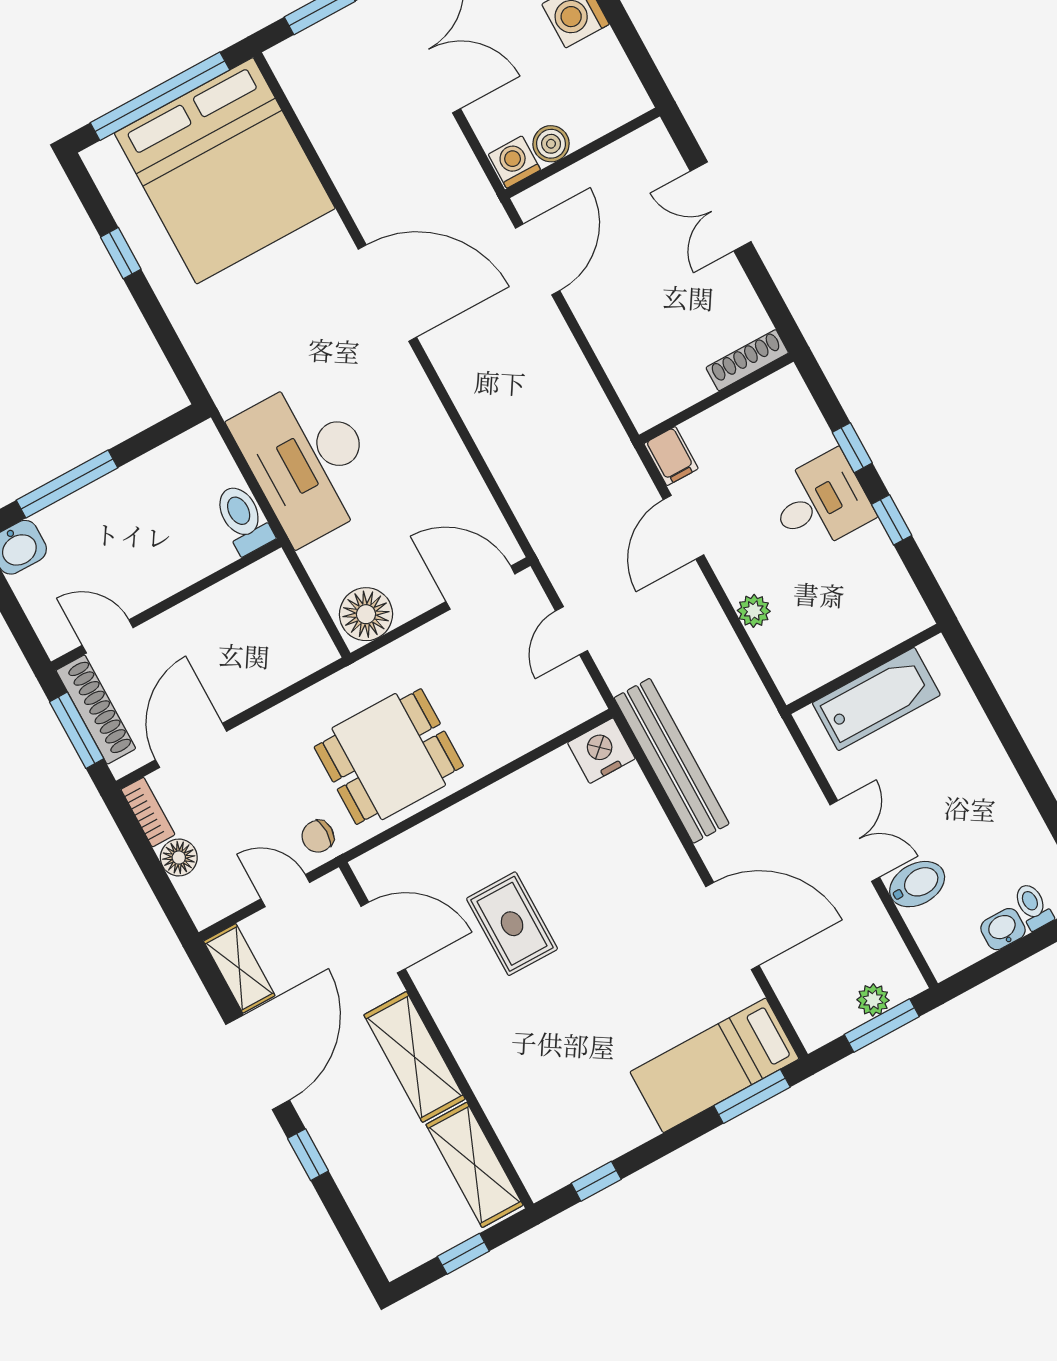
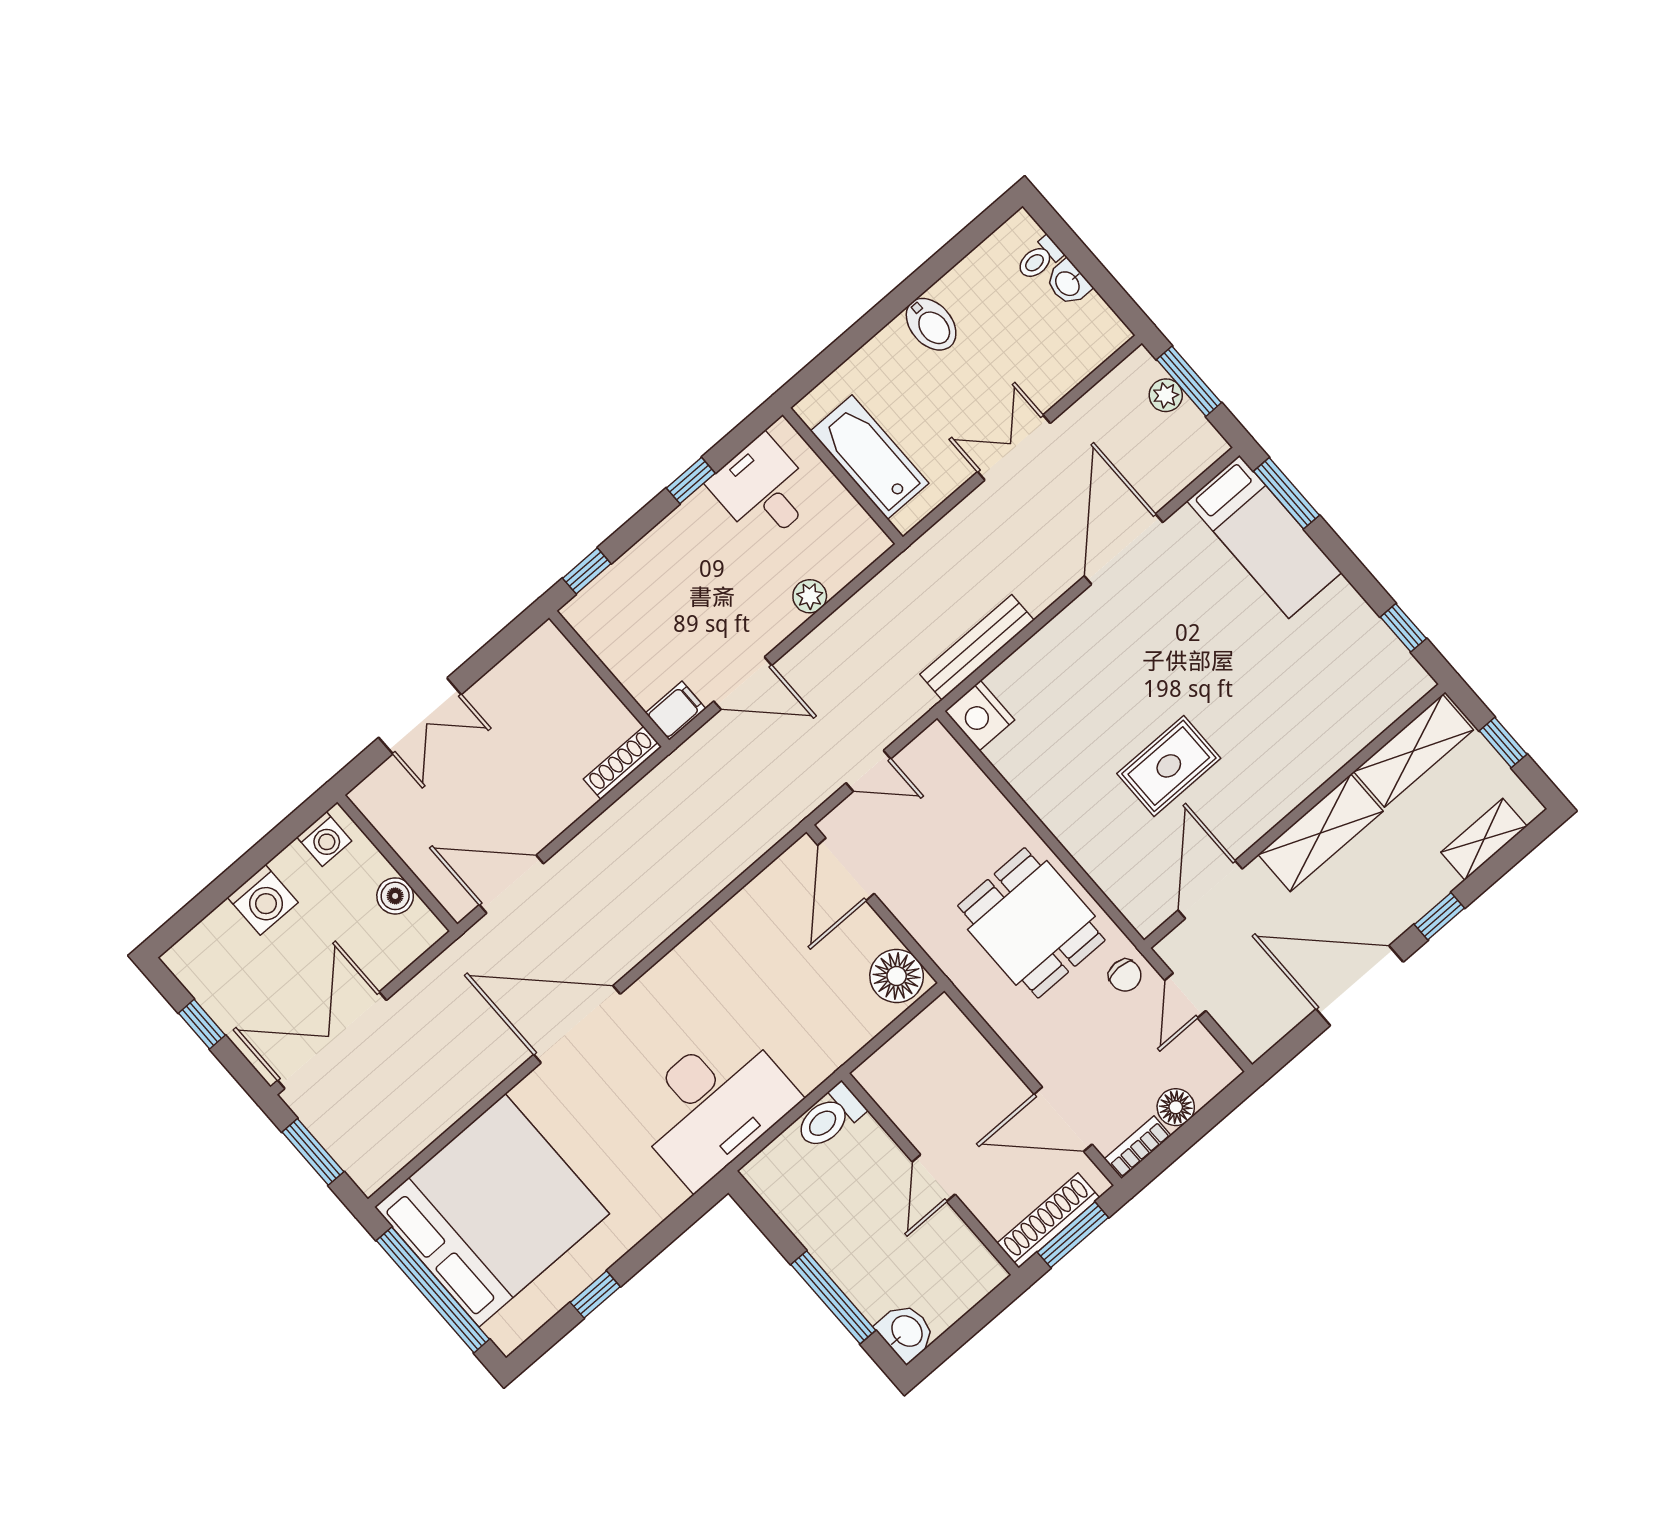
washing machine: (514, 162) -> (324, 839), moved, turned -90
door: (387, 293) -> (577, 1024), hinge flipped
shoe rack: (747, 360) -> (622, 763), moved, turned 90
window: (852, 448) -> (587, 571), moved
desk: (308, 460) -> (713, 1105), moved
desk: (820, 502) -> (763, 490), moved
door: (108, 636) -> (934, 1178), moved
bench: (672, 761) -> (977, 647), width x0.73, depth x0.82
bidet: (917, 884) -> (931, 324), moved, turned 180
shelving: (239, 968) -> (1484, 839), moved

